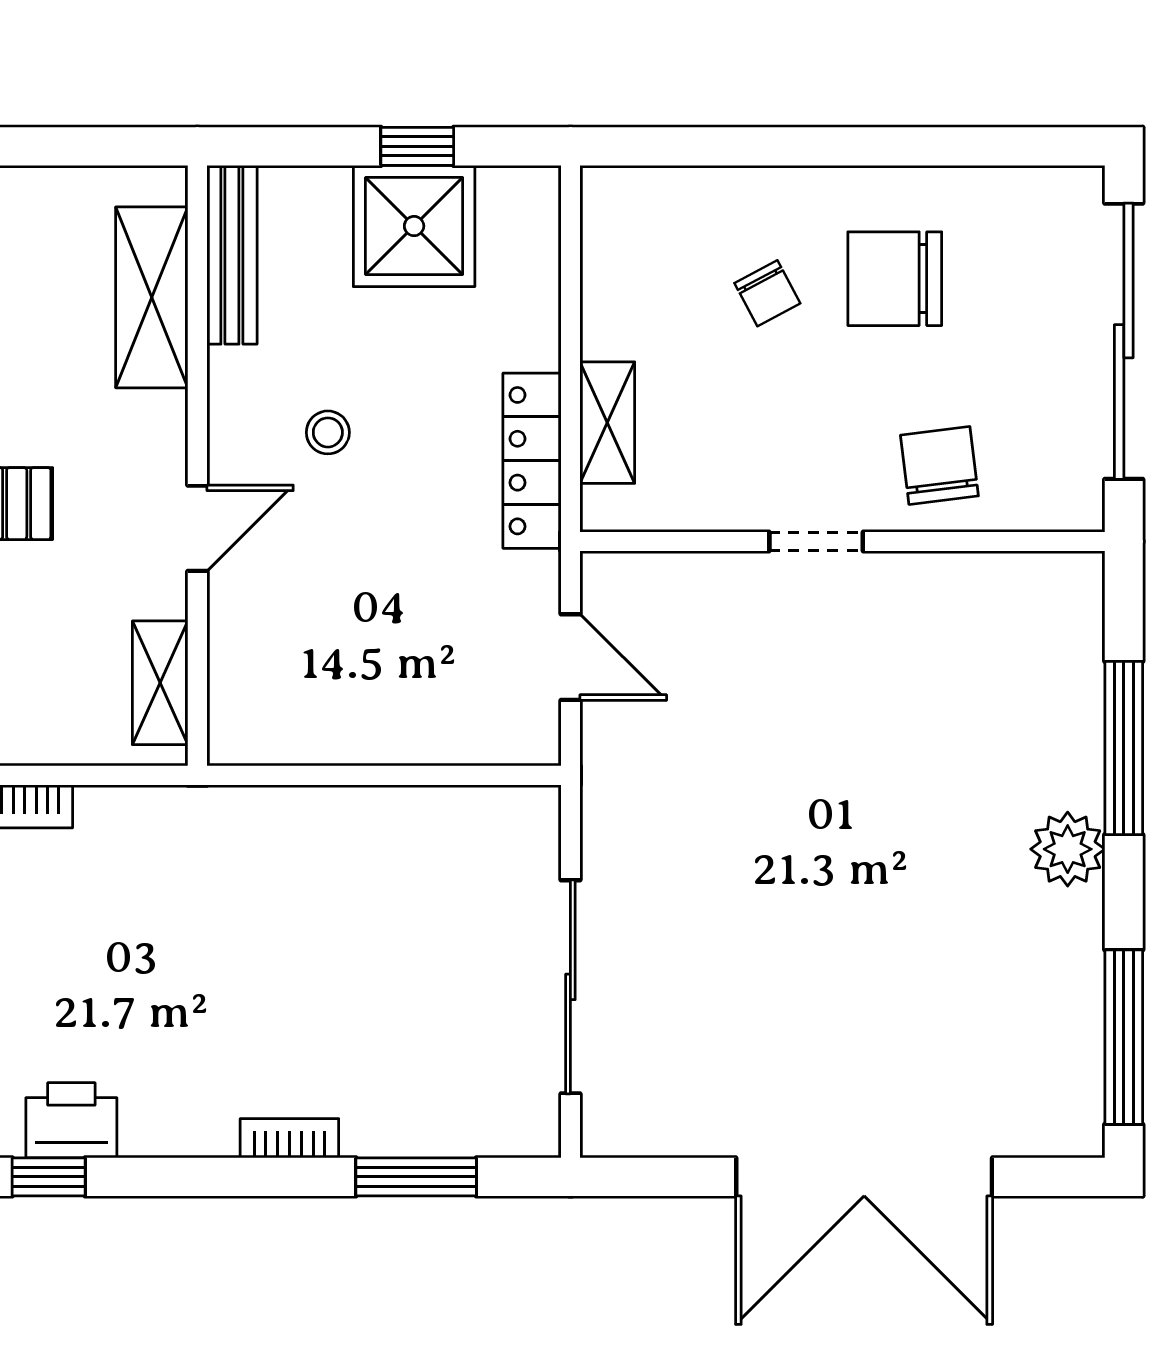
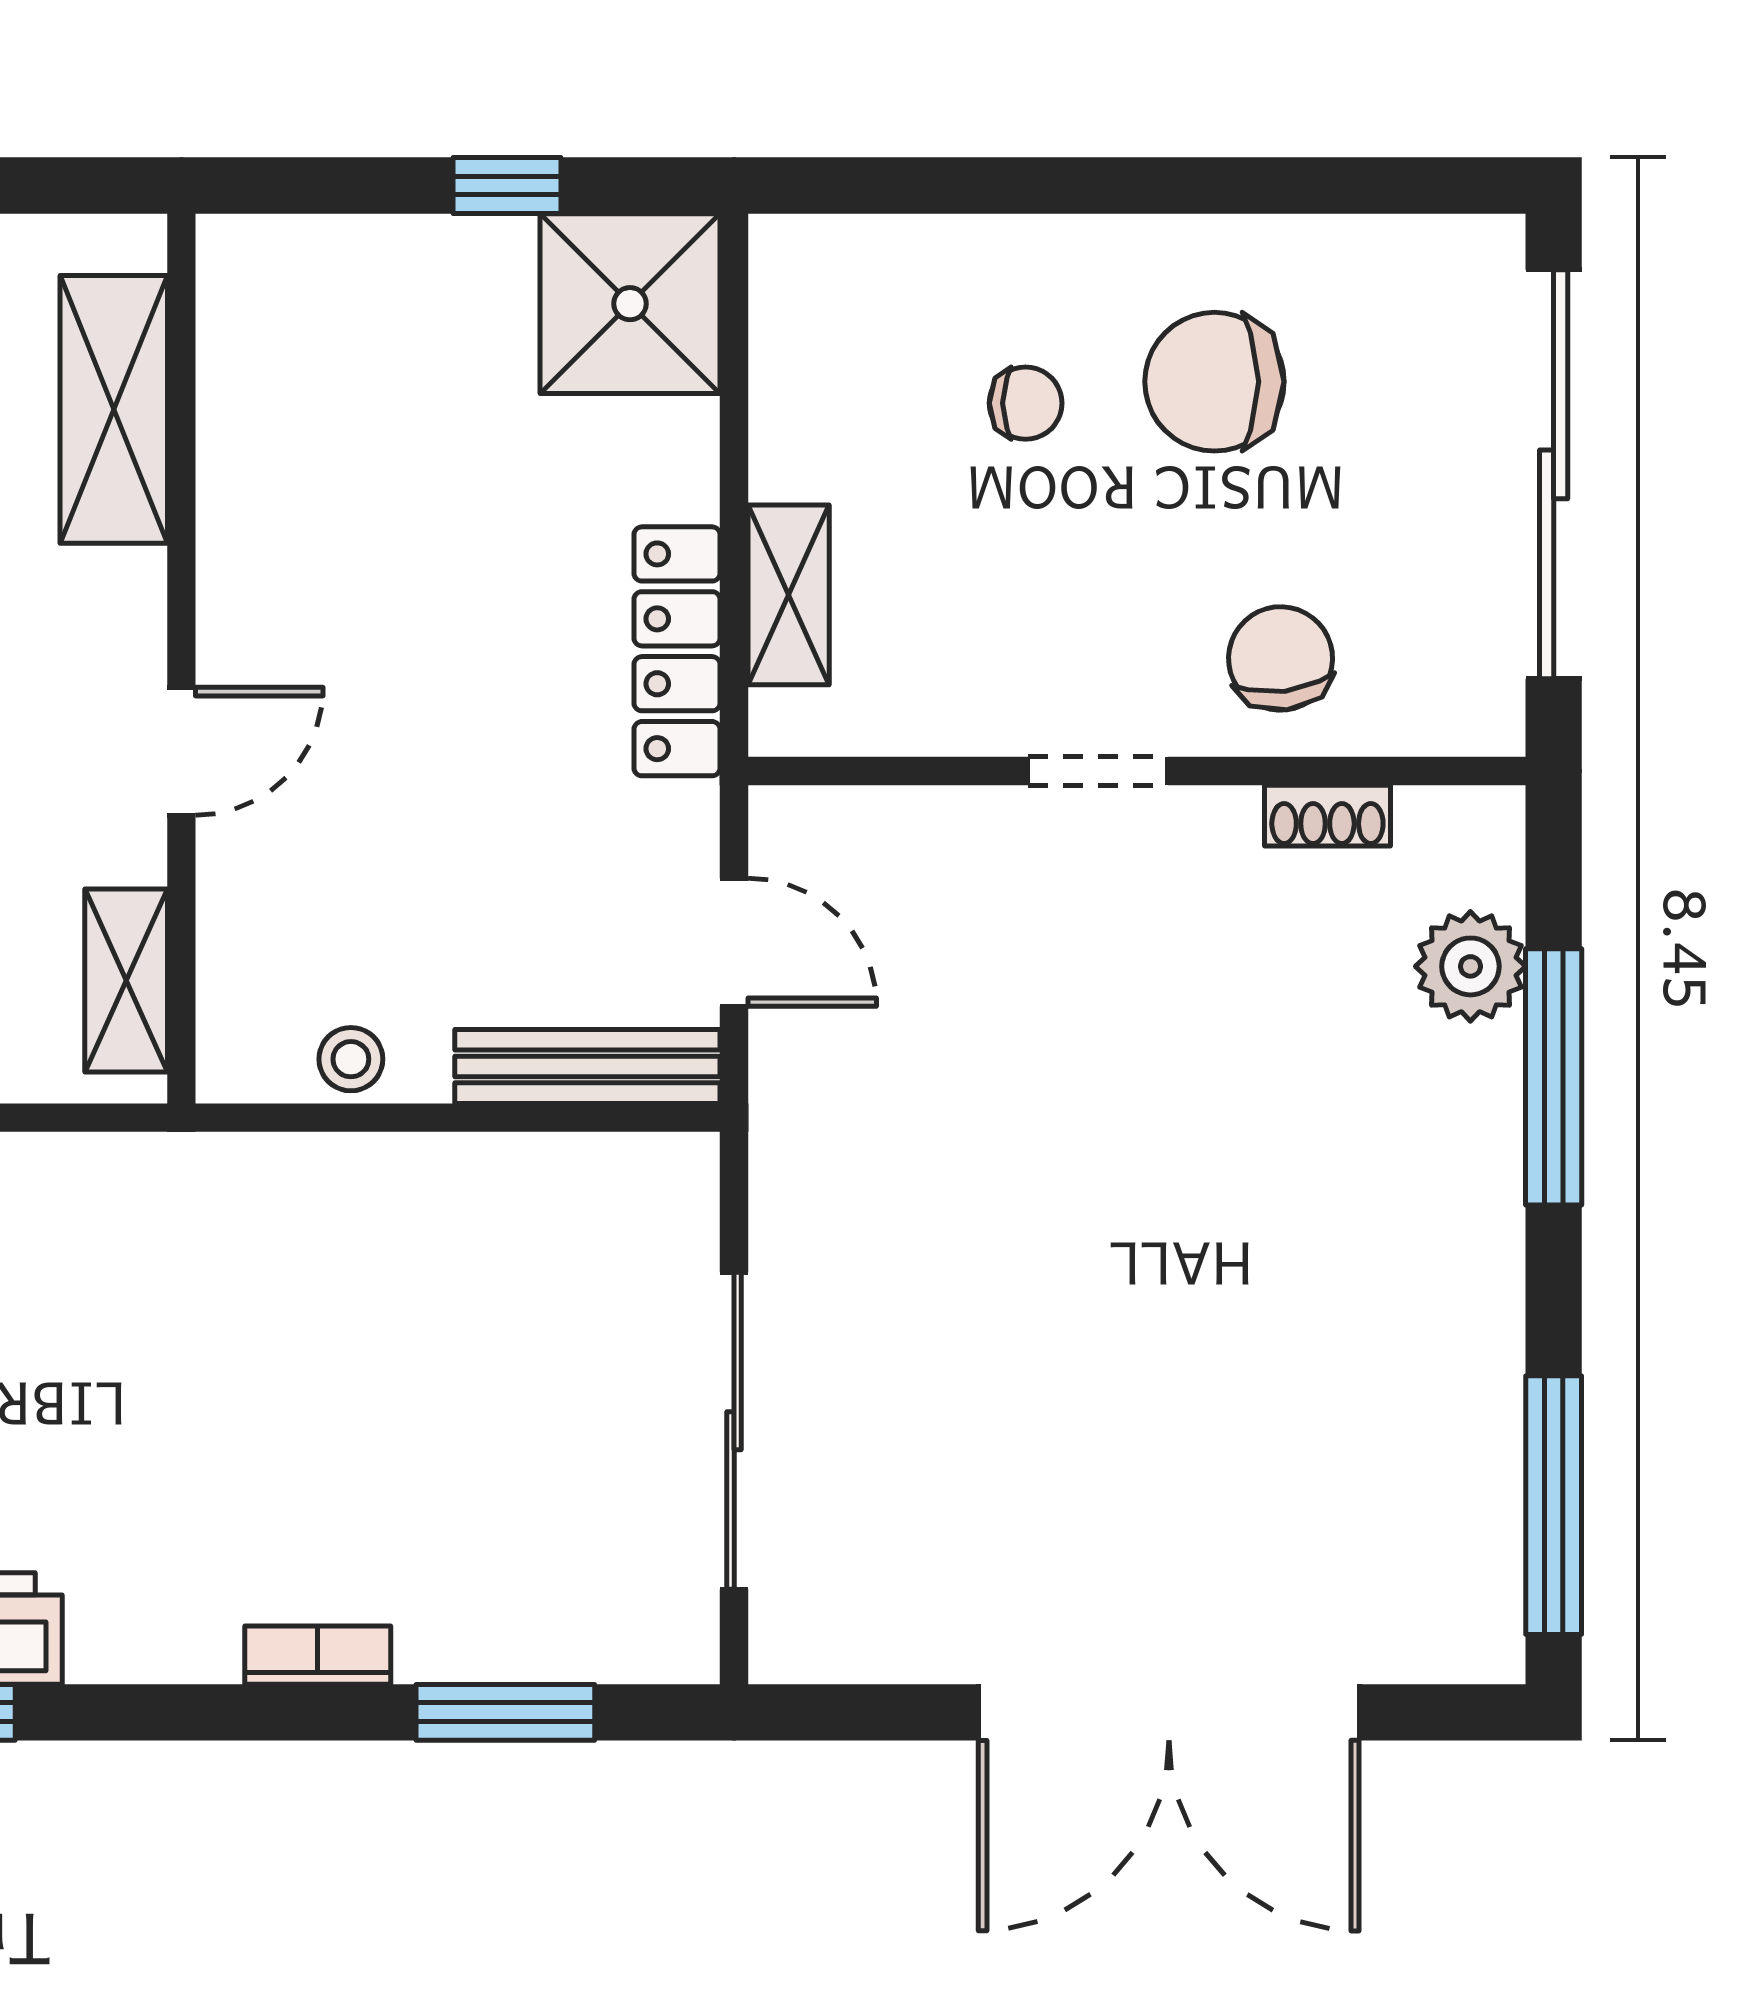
shower: (414, 226) -> (630, 304), moved
bench: (232, 255) -> (587, 1066), moved, turned 90
chair: (767, 293) -> (1026, 403), turned -62
stool: (328, 432) -> (351, 1059), moved
shoe rack: (971, 572) -> (1327, 816), added
plant: (1068, 849) -> (1470, 966), moved

